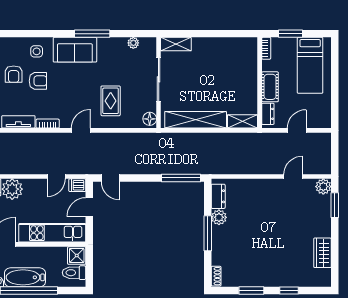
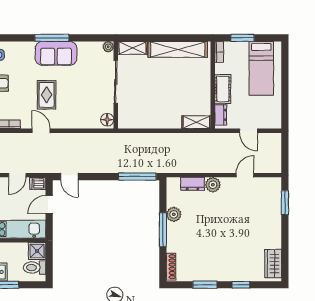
plant: (133, 43) -> (108, 47), moved
sofa: (75, 50) -> (56, 53), moved
rug: (111, 101) -> (47, 95), moved
shelving: (196, 120) -> (178, 49), moved
door: (81, 130) -> (41, 131), hinge flipped
door: (297, 130) -> (248, 131), swing flipped
plant: (323, 187) -> (213, 185), moved
dresser: (218, 196) -> (193, 184), moved, turned 90
wardrobe: (322, 253) -> (273, 264), moved
shoe rack: (216, 276) -> (171, 267), width x1.43

